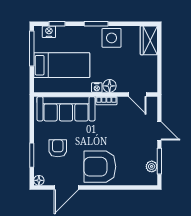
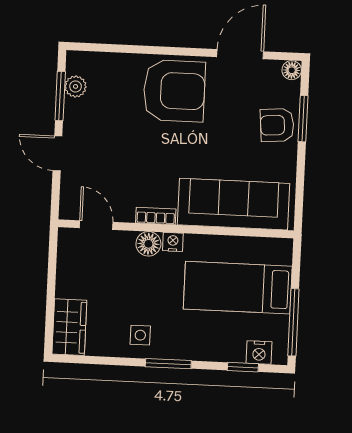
side table: (112, 38) -> (140, 335), width x0.54, depth x0.54
armchair: (58, 148) -> (277, 125), moved, turned 85

